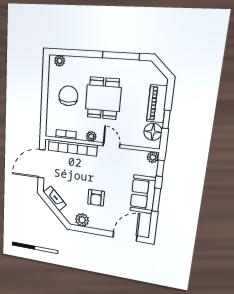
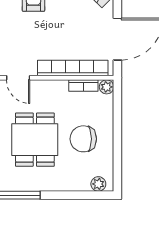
chair: (68, 96) -> (83, 139), turned 90
plant: (91, 136) -> (107, 87), moved

